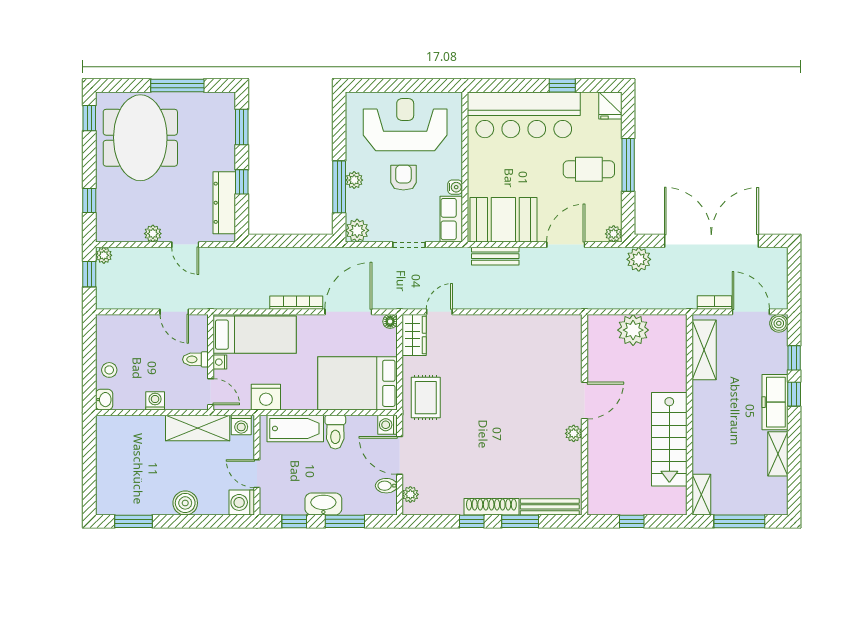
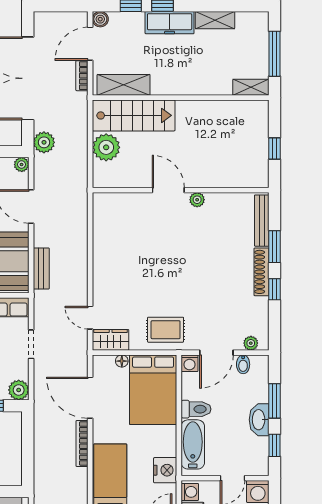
floor lamp: (390, 321) -> (122, 361), moved
stairs: (669, 439) -> (134, 115), moved

